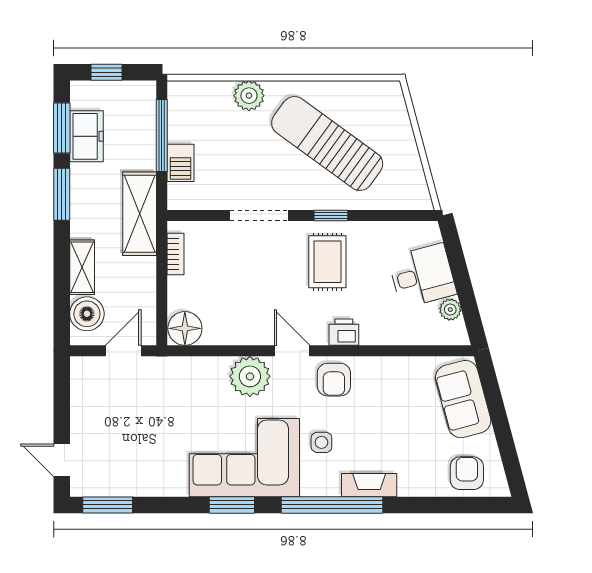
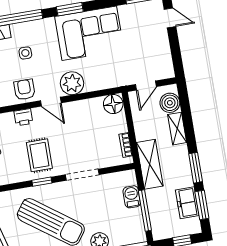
corner sofa: (244, 458) -> (89, 33), moved

